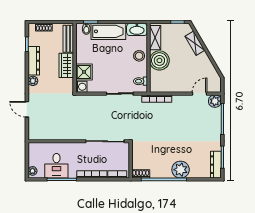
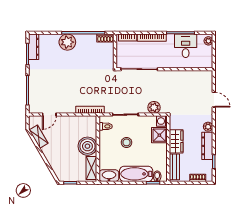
shelving: (195, 43) -> (39, 137), moved
stool: (139, 56) -> (127, 142), moved
plant: (215, 101) -> (154, 107), moved

